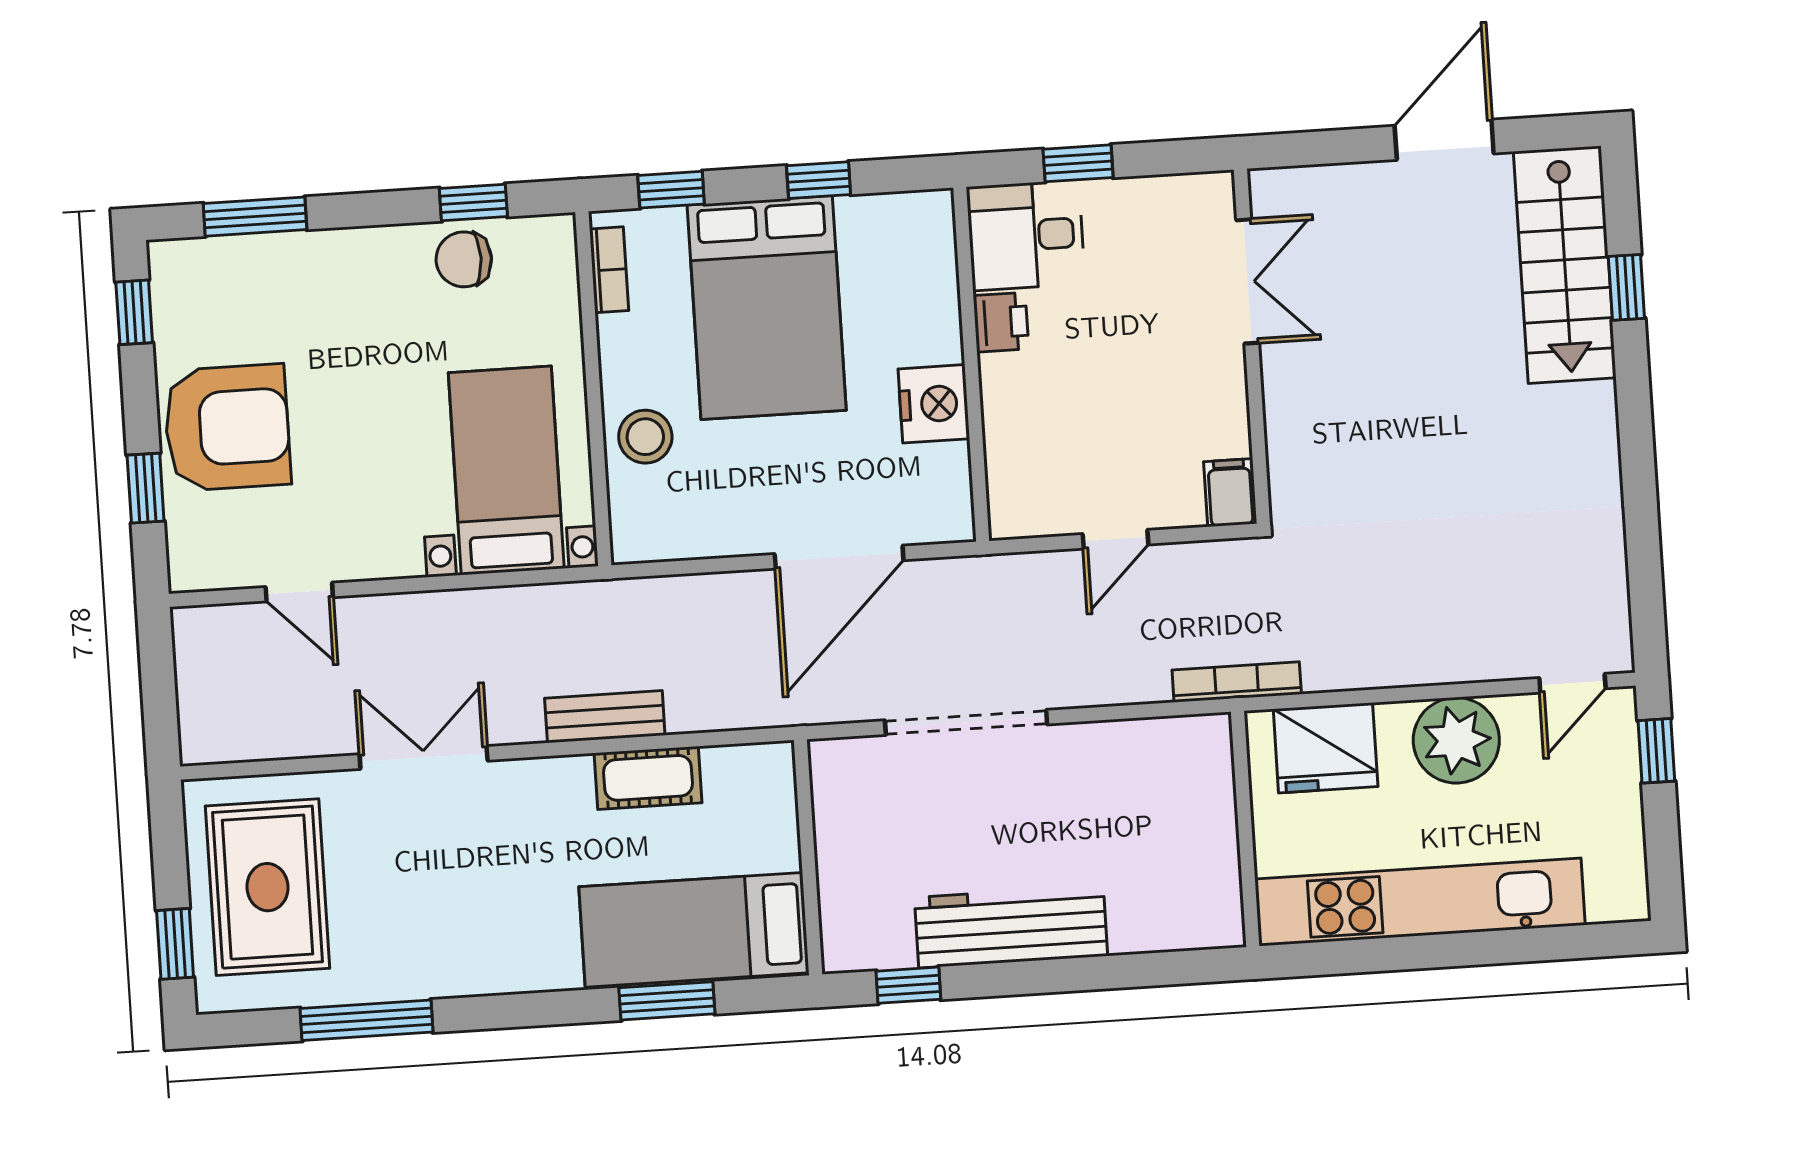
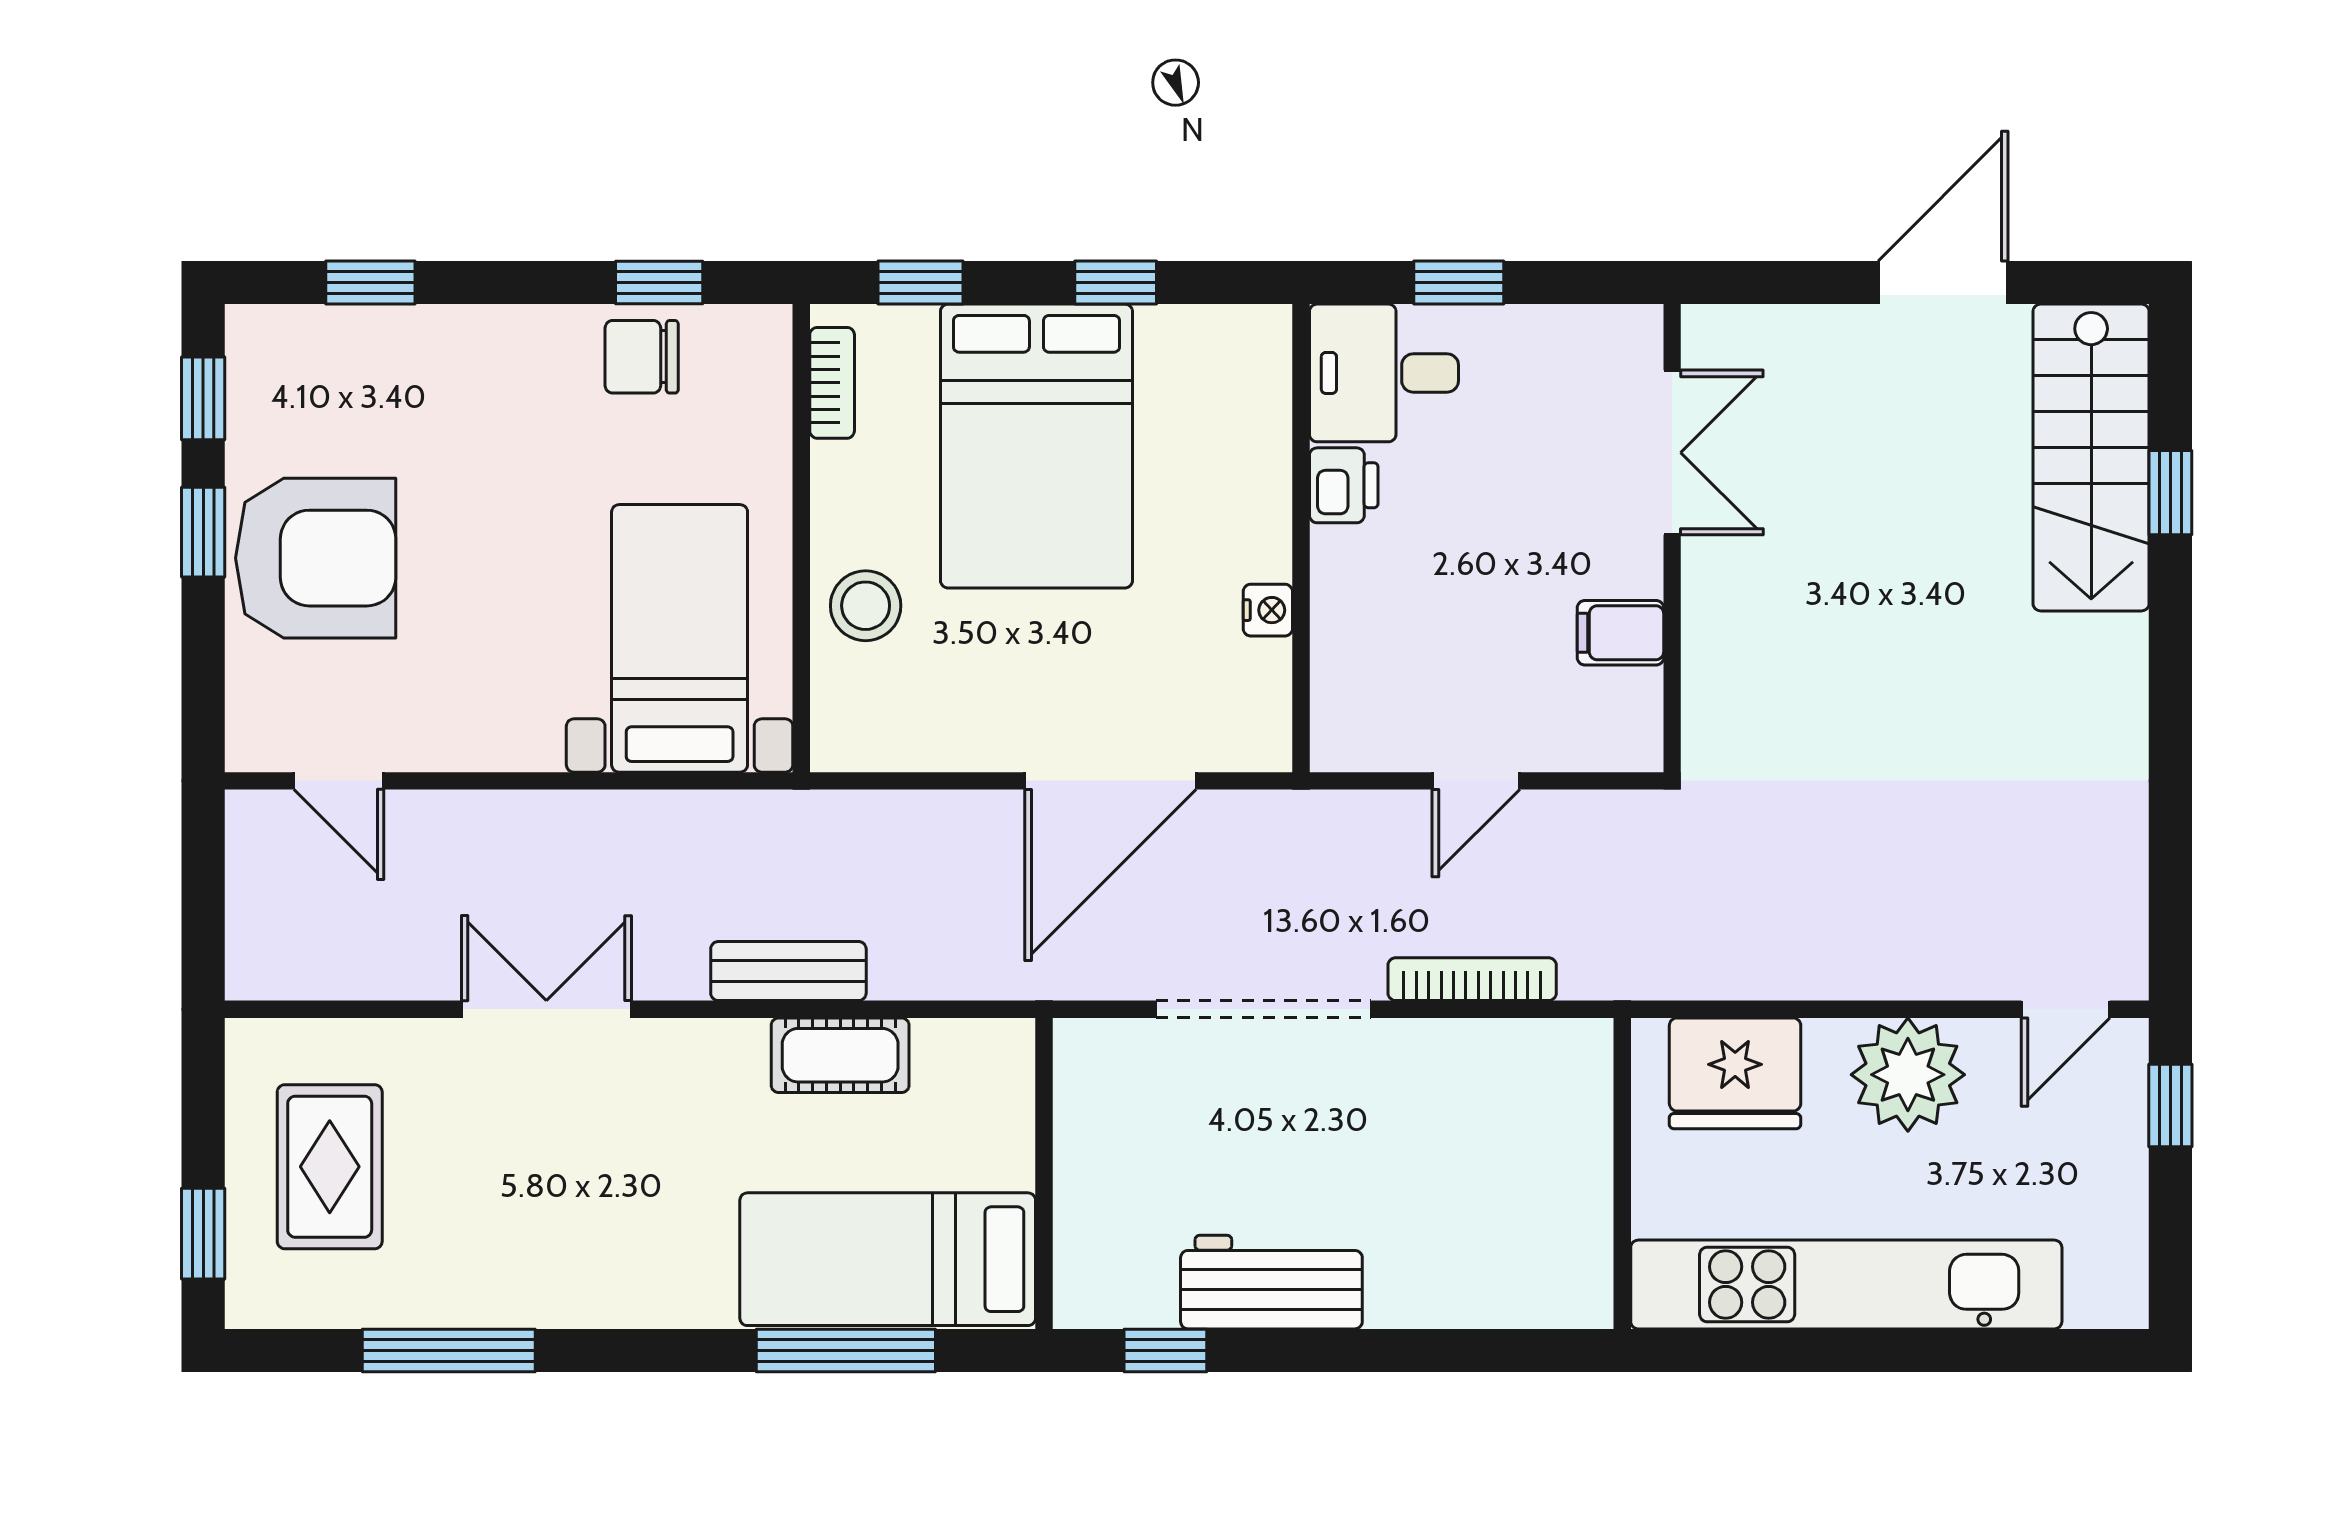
window: (255, 217) -> (370, 283), width x0.67
nightstand: (934, 404) -> (1268, 610), width x0.53, depth x0.56
window: (146, 488) -> (203, 532), moved
filing cabinet: (1230, 493) -> (1620, 633), moved, turned -90
door: (299, 592) -> (339, 781), moved
bookcase: (1237, 682) -> (1472, 979), moved
rug: (267, 887) -> (330, 1167), width x0.73, depth x0.70
workbench: (1011, 927) -> (1271, 1282), width x0.73
window: (667, 1001) -> (846, 1350), width x1.44

